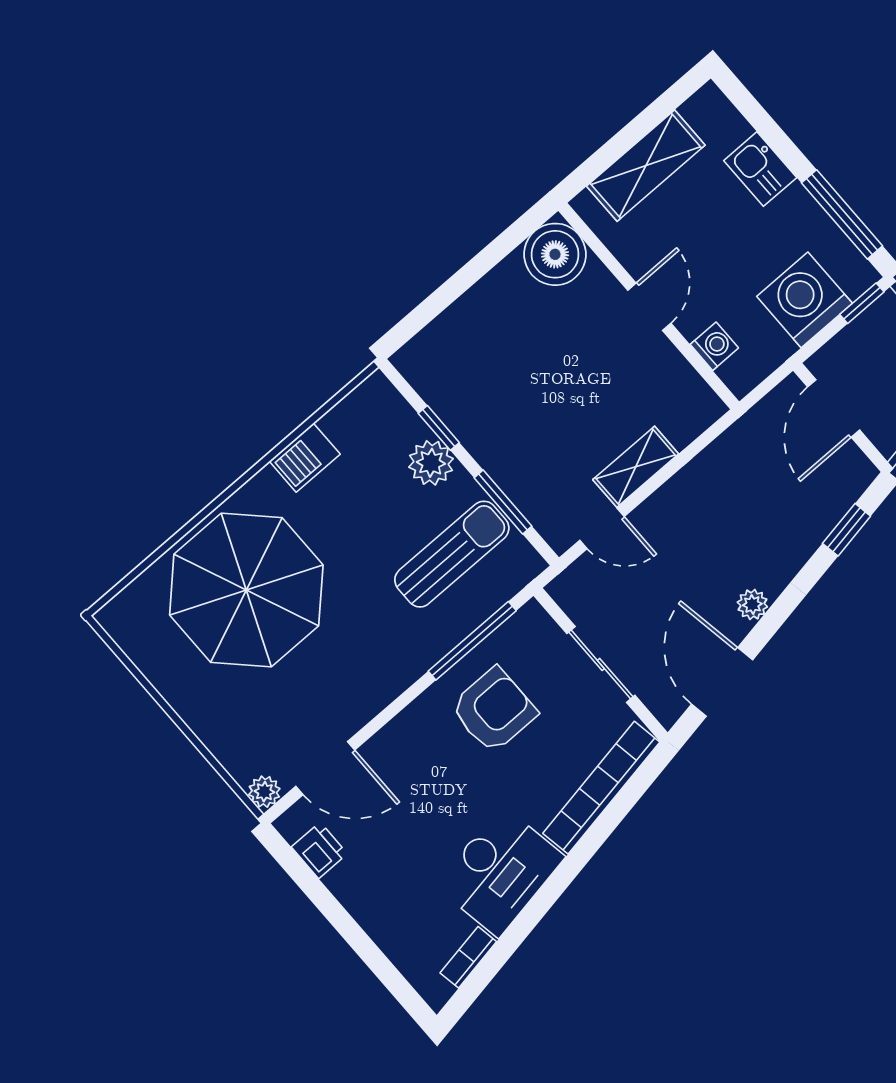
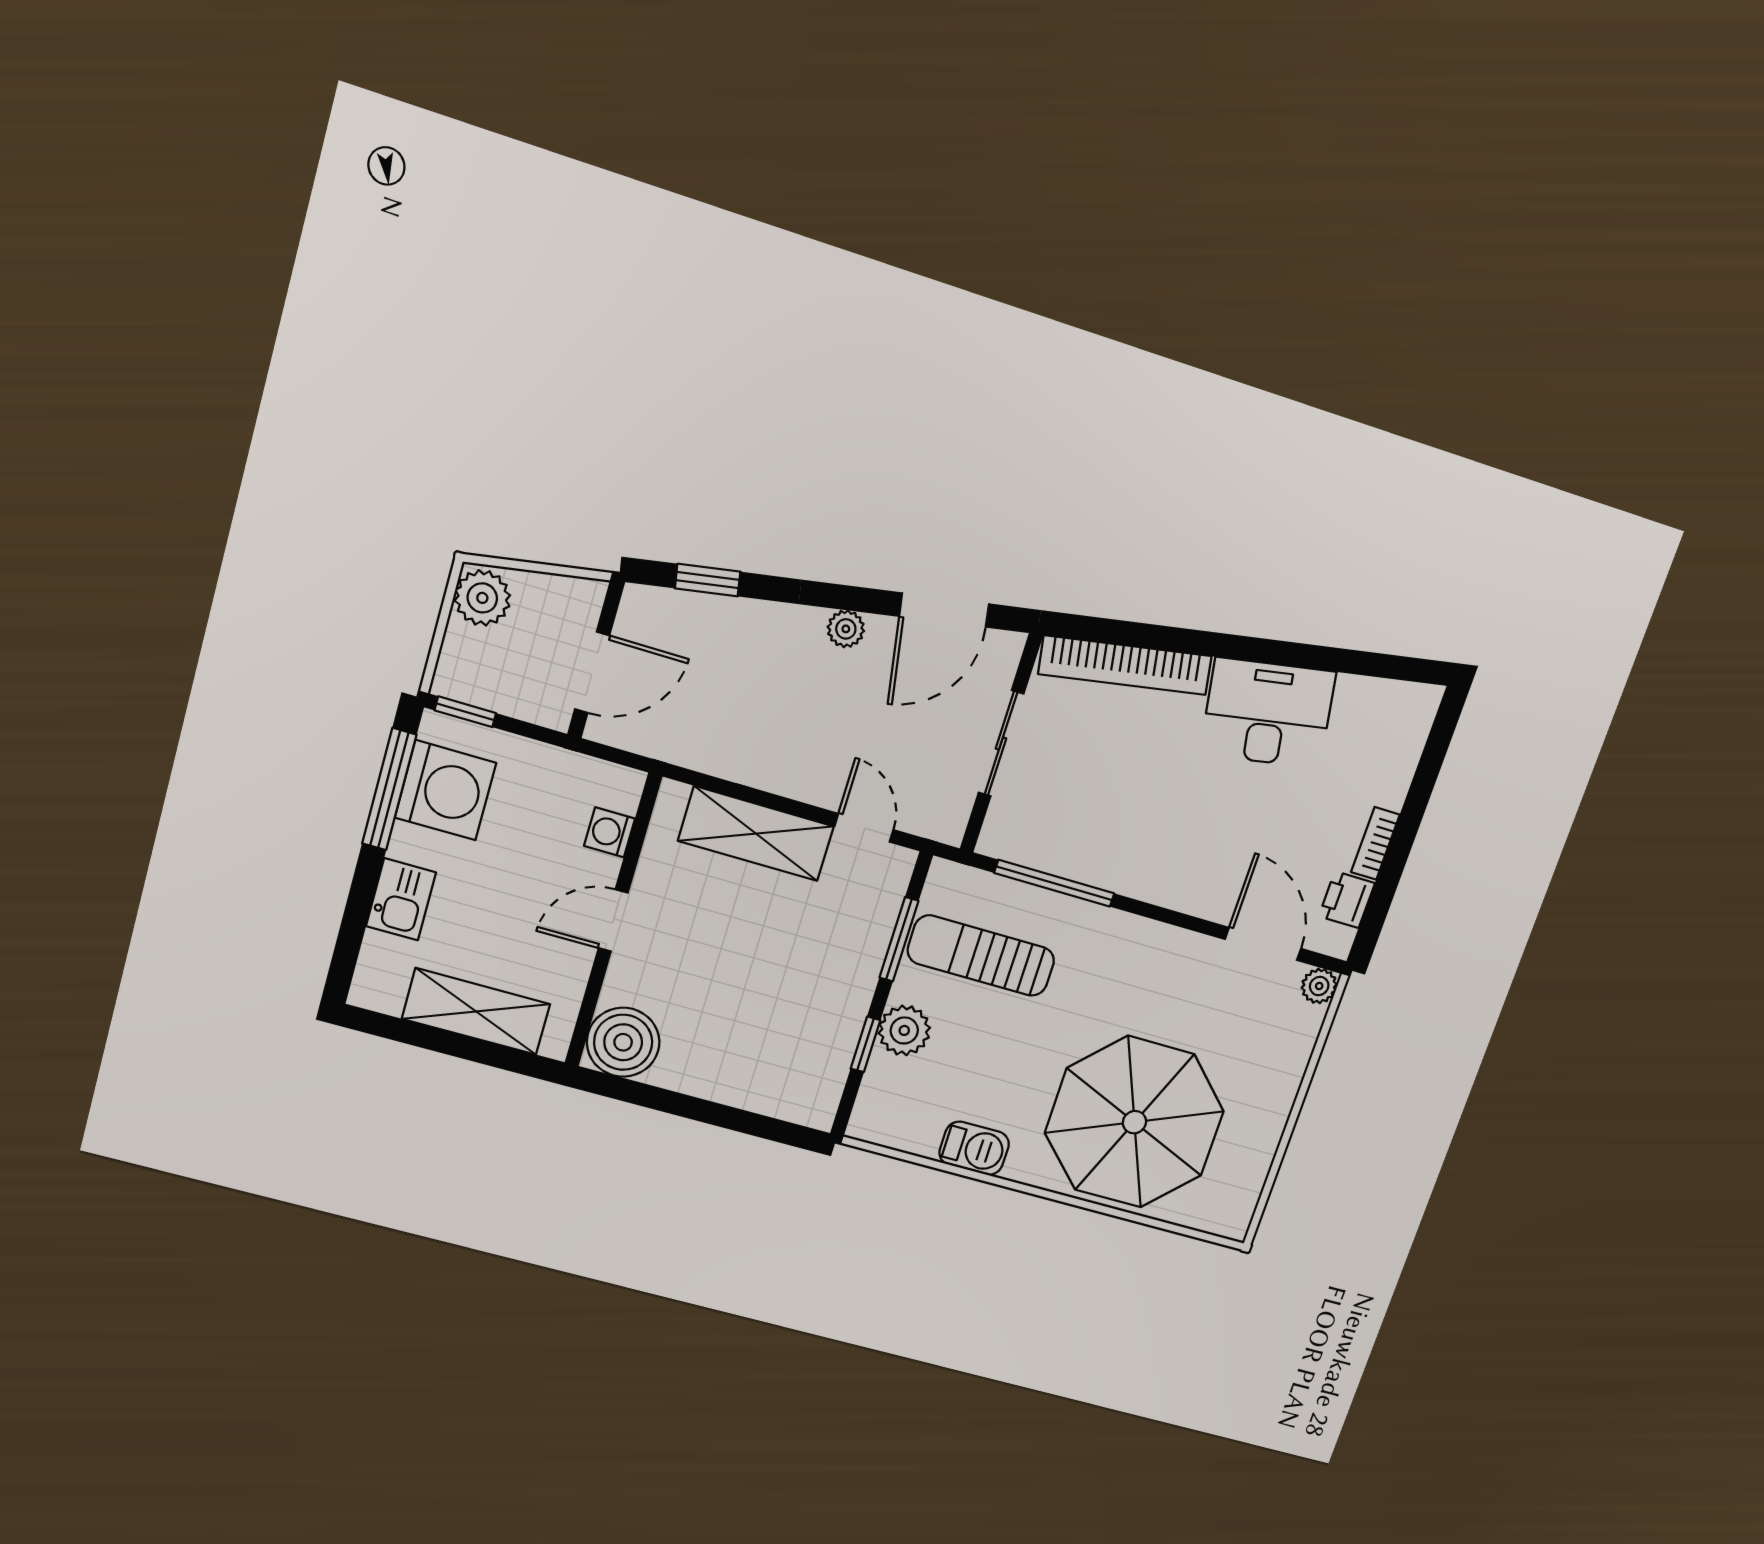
washing machine: (805, 300) -> (446, 790), moved, turned -90
shelving: (636, 467) -> (756, 834), width x1.50, depth x1.33
armchair: (494, 710) -> (1110, 820), removed
bookcase: (468, 957) -> (1375, 843), moved, turned 100

